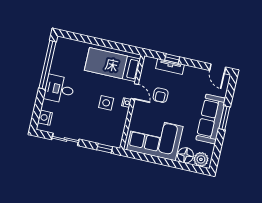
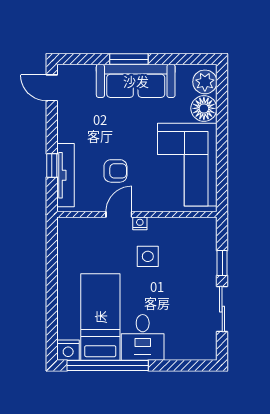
bed: (112, 65) -> (100, 317), moved, turned 180
tv unit: (170, 67) -> (66, 175), width x1.41
door: (218, 69) -> (52, 88), swing flipped
nightstand: (45, 118) -> (68, 350), moved
window: (105, 148) -> (222, 263), moved

